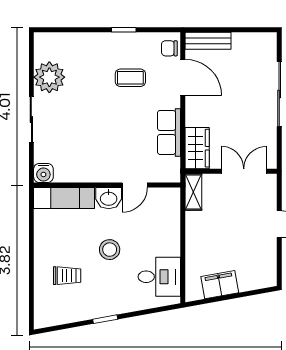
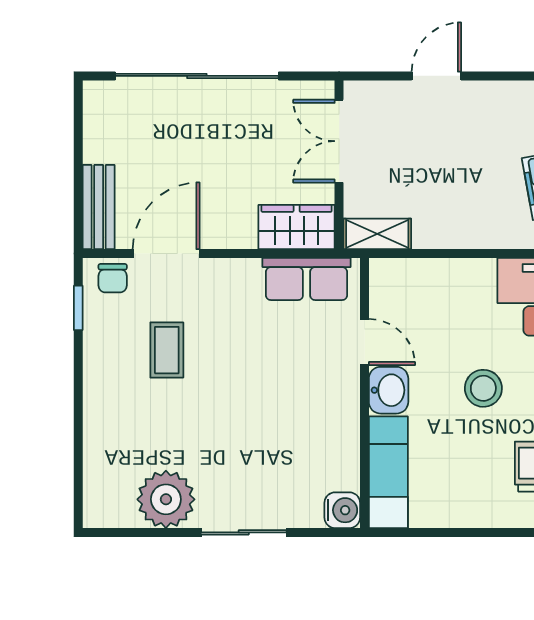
window: (124, 30) -> (78, 308), moved
sliding door: (279, 94) -> (197, 76), width x1.36
row of seats: (169, 132) -> (307, 279), moved

